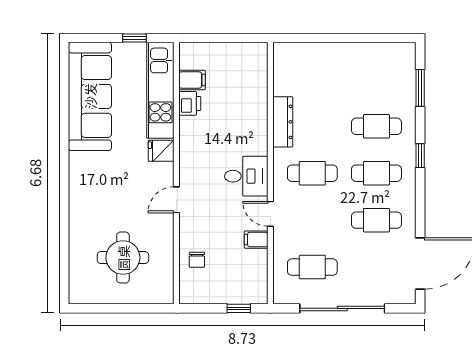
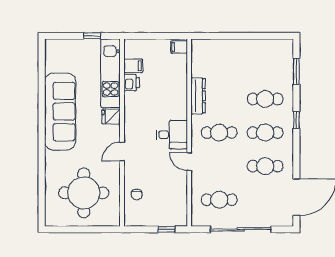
sofa: (90, 96) -> (60, 111), moved
filing cabinet: (256, 240) -> (179, 47), moved
round table: (123, 258) -> (84, 193), width x1.36, depth x1.36

